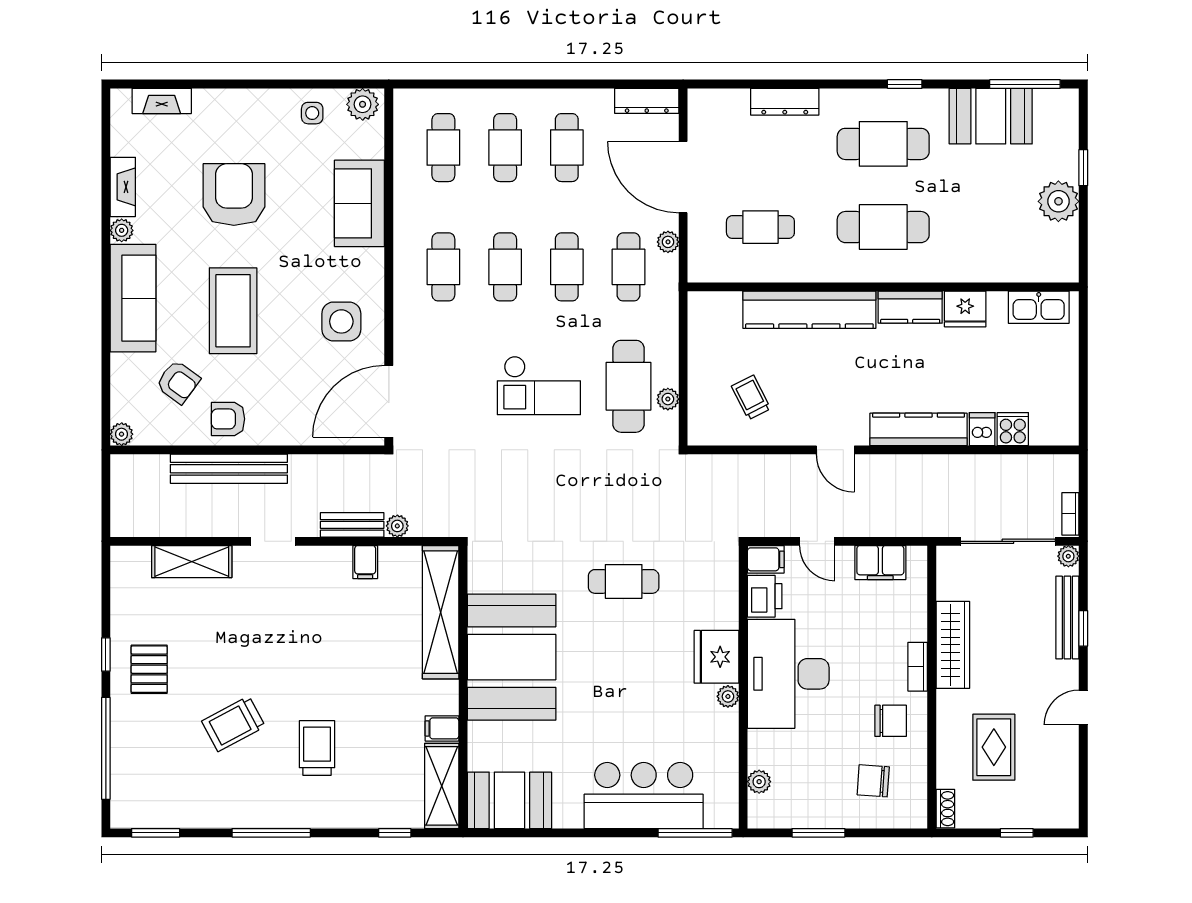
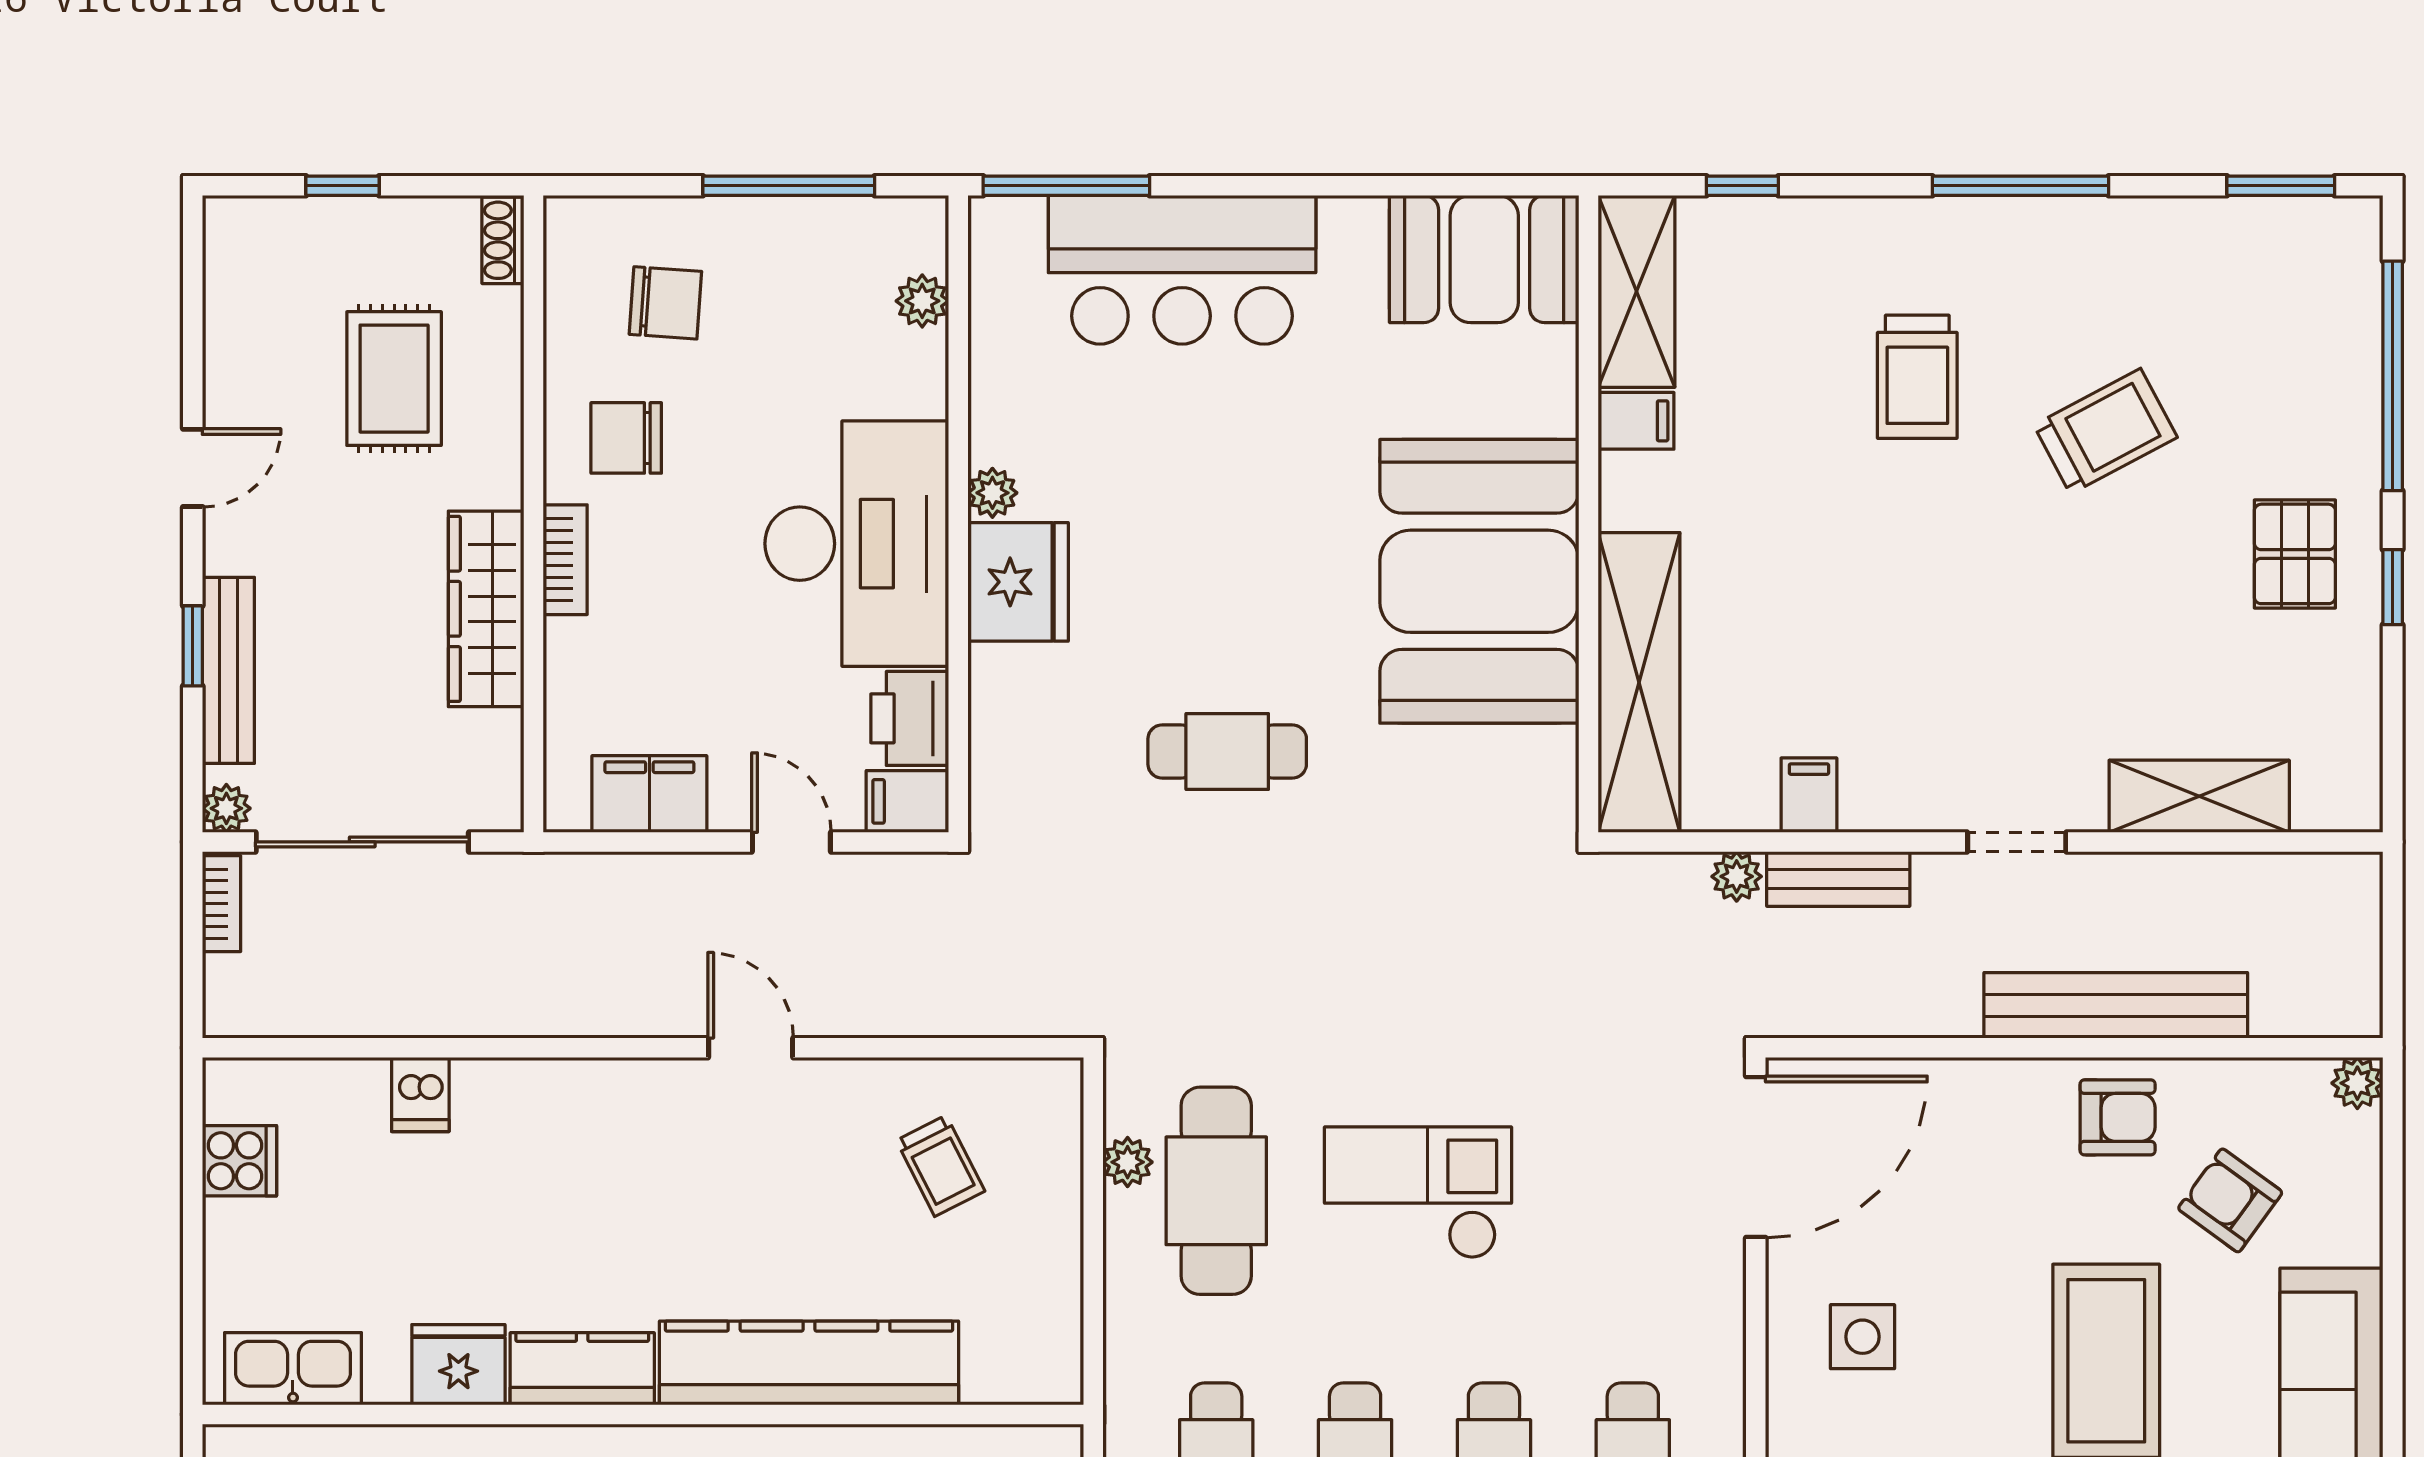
side table: (341, 321) -> (1862, 1337), width x0.73, depth x0.73
kitchen counter: (919, 429) -> (563, 1094), removed
cooker: (1013, 429) -> (239, 1161), moved, turned -90
window: (818, 833) -> (789, 186), width x1.44

